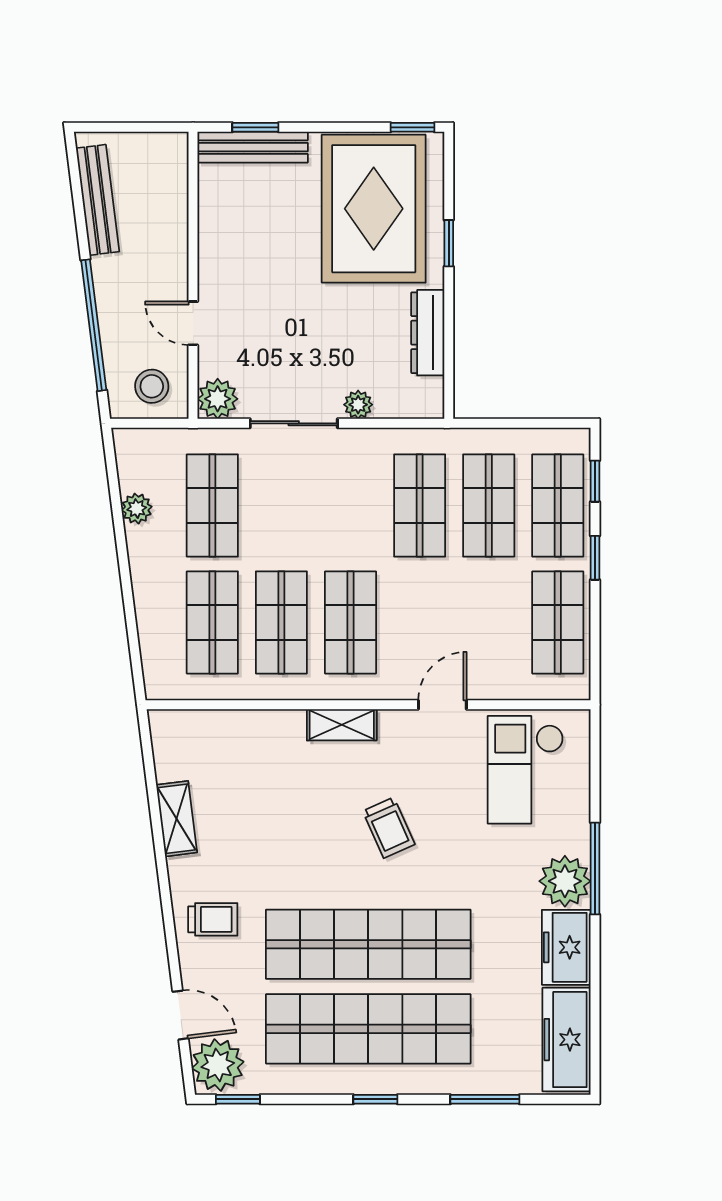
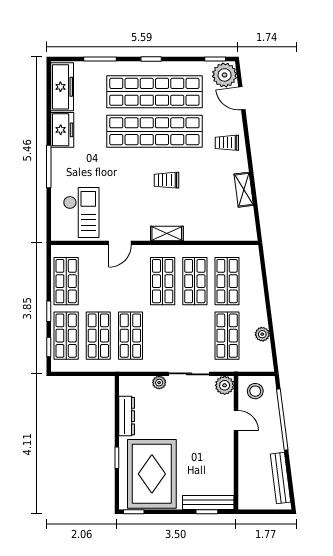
trolley: (389, 828) -> (166, 180), moved, turned -66
plant: (565, 881) -> (63, 161), removed

